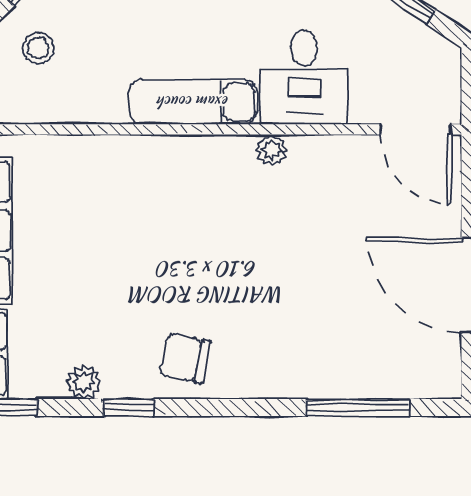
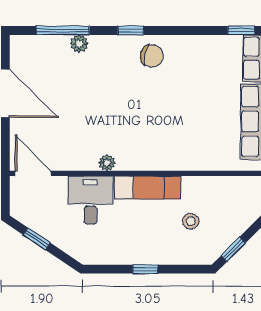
stool: (38, 48) -> (191, 221), moved
plant: (84, 382) -> (79, 44), moved
window: (128, 408) -> (131, 31), moved

